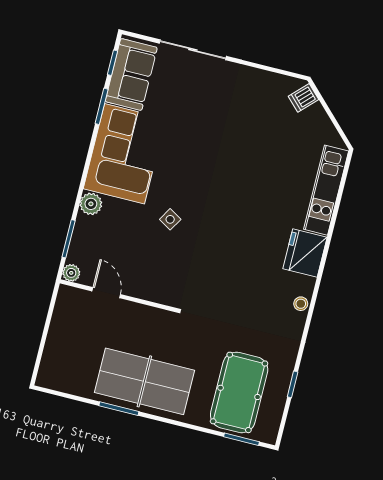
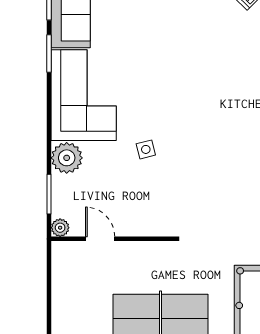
plant: (91, 204) -> (67, 158), width x1.36, depth x1.36
side table: (170, 219) -> (146, 149), turned 45

